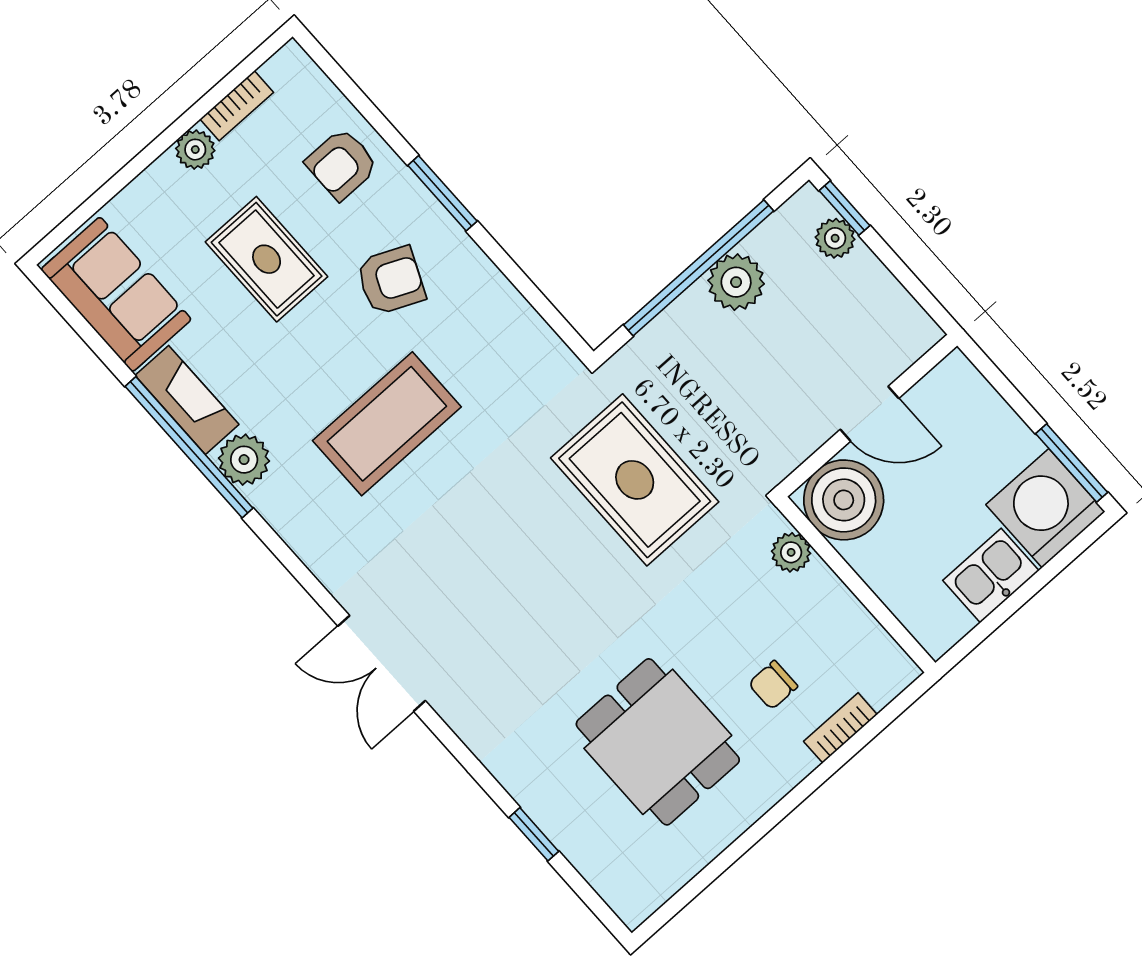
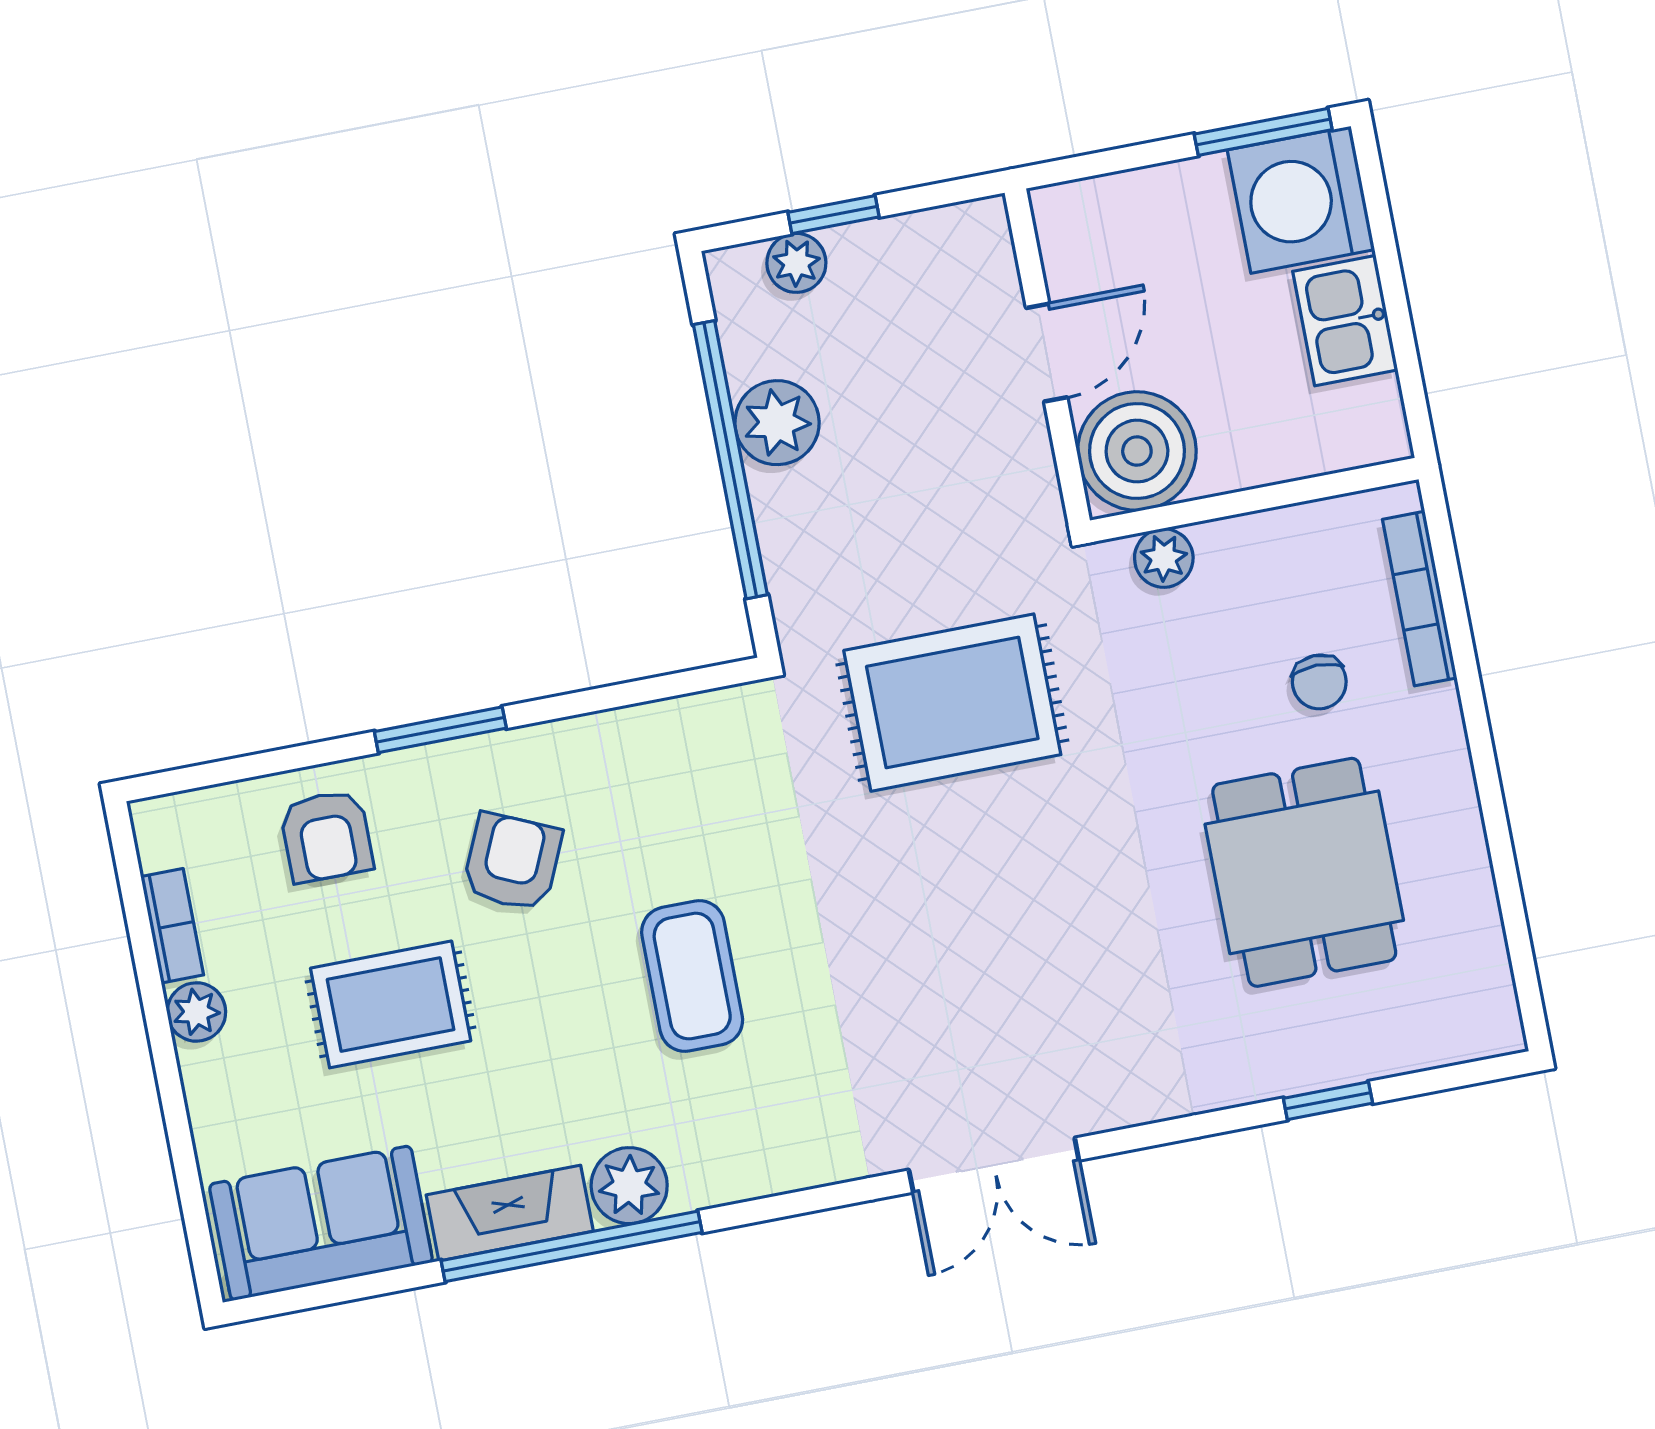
window: (845, 208) -> (834, 215), moved
coffee table: (387, 424) -> (692, 976), width x0.73, depth x0.76
bookcase: (840, 728) -> (1420, 599), width x1.56
dining table: (658, 742) -> (1304, 872), turned 90

